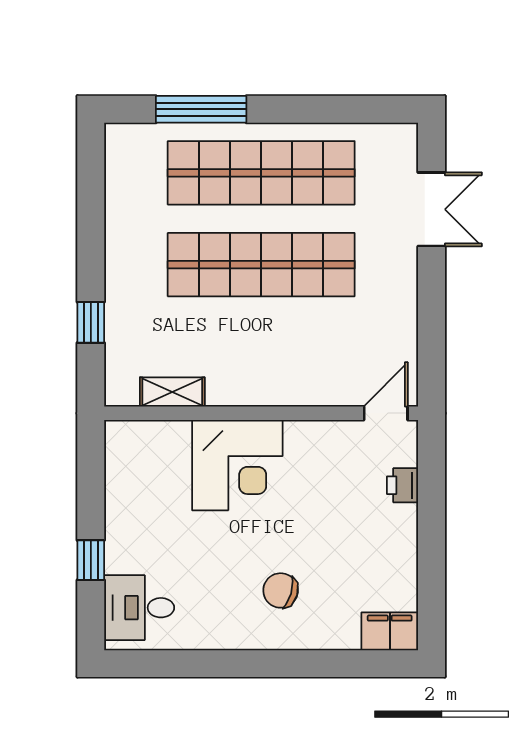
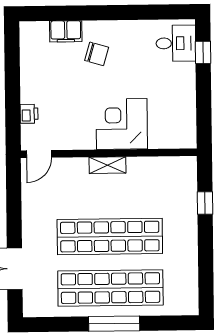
window: (201, 109) -> (114, 324), moved
shelving: (172, 392) -> (108, 165), moved
window: (91, 560) -> (203, 52), moved
filing cabinet: (390, 631) -> (66, 31), moved

